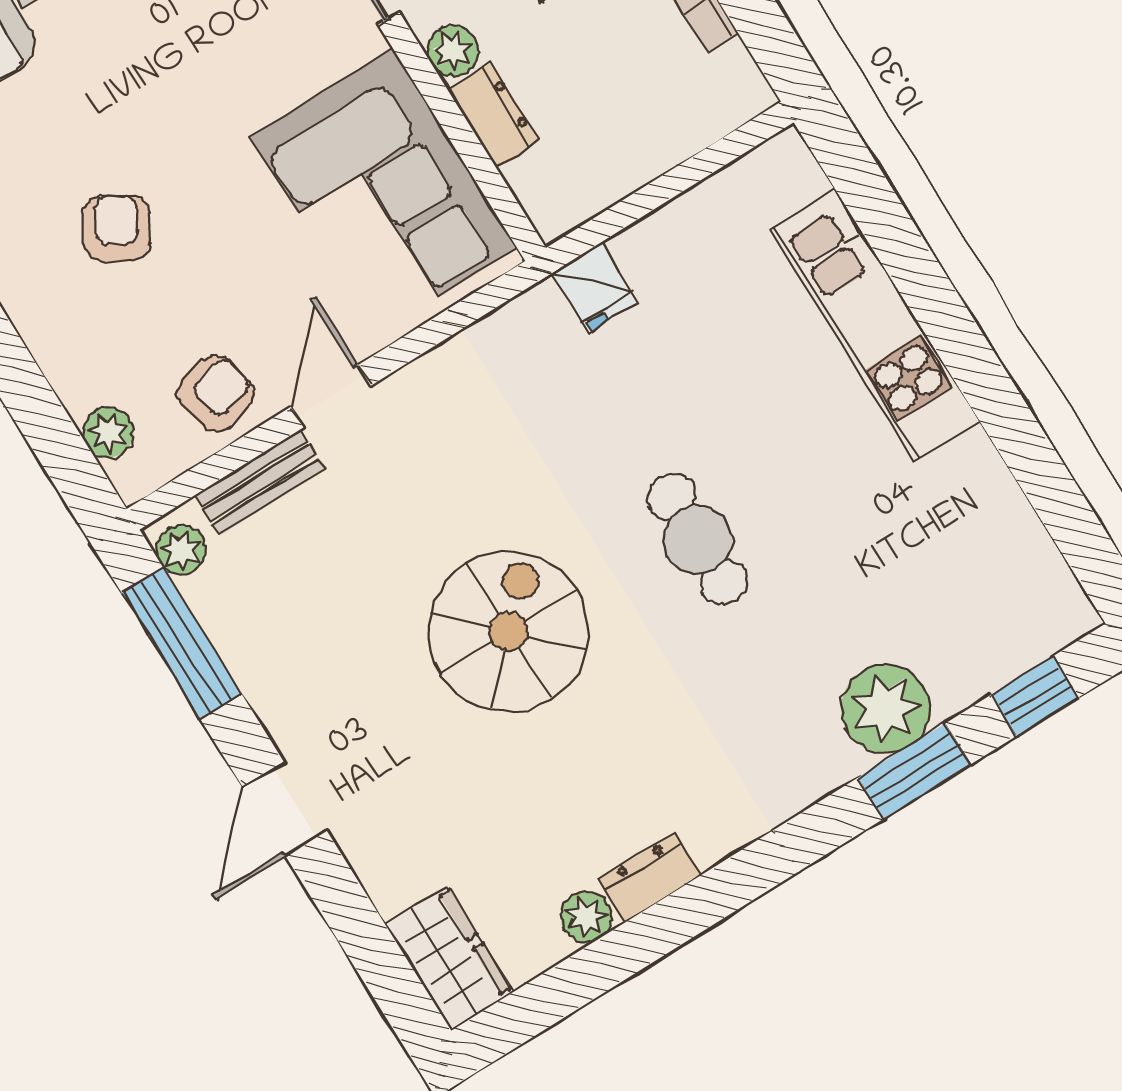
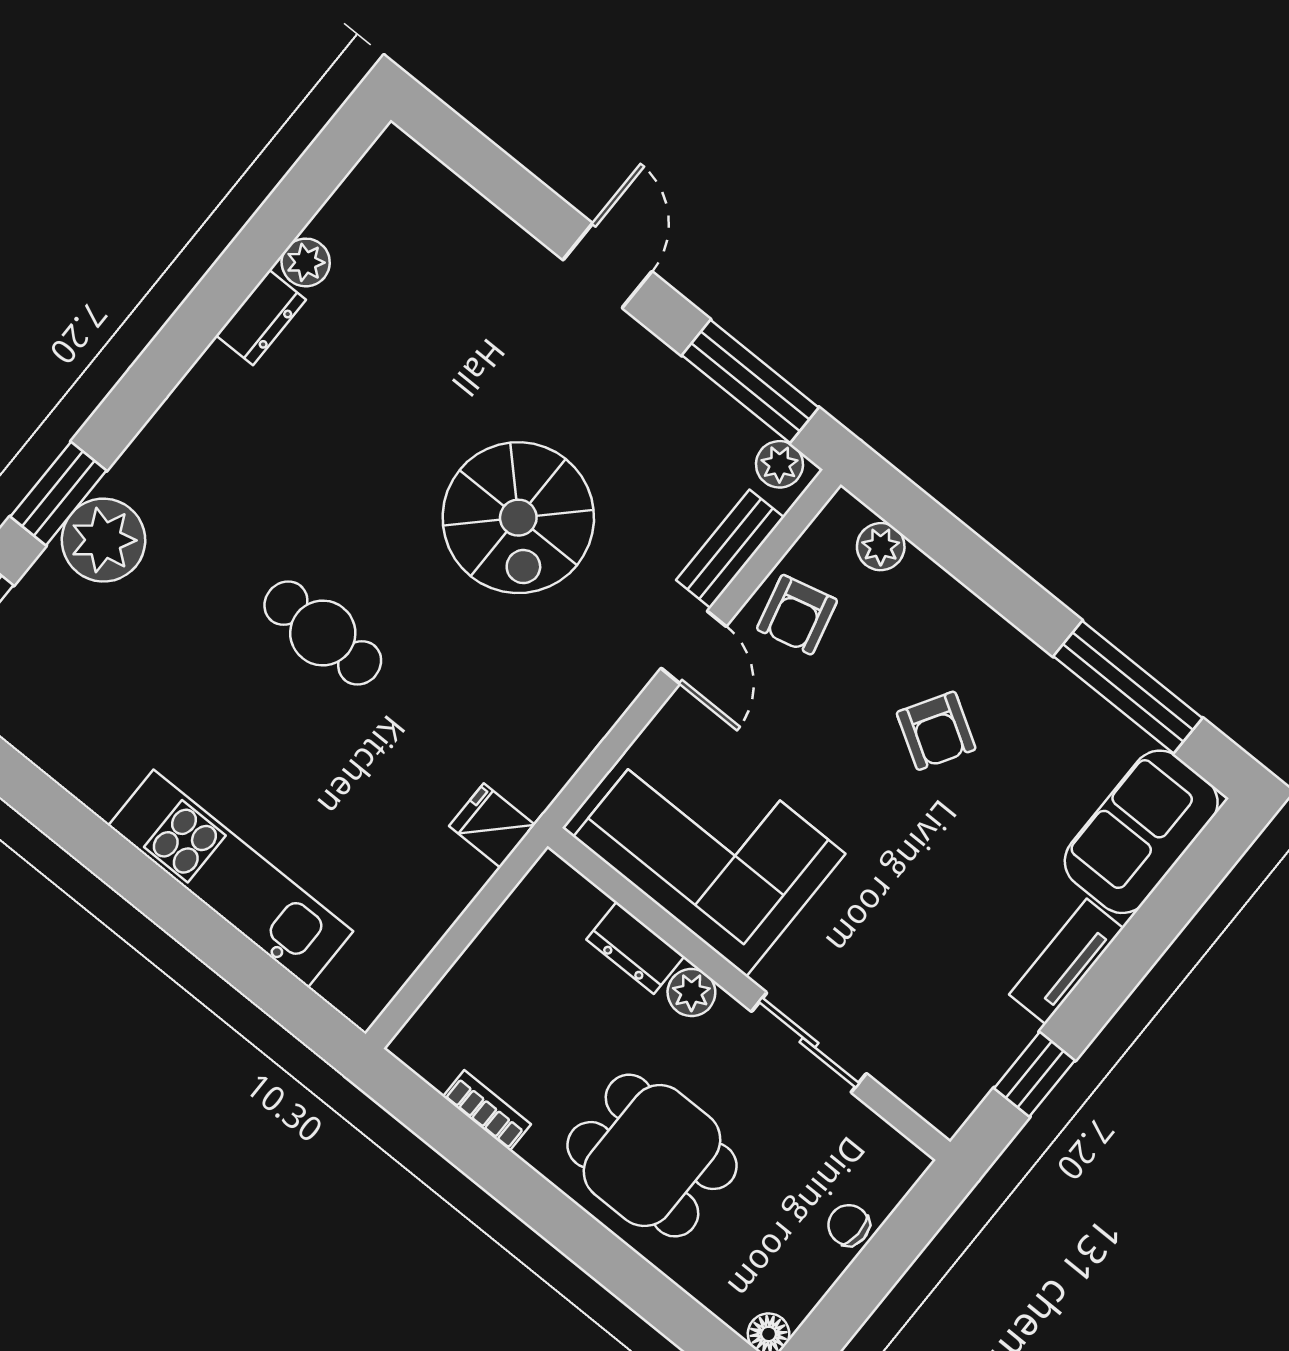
spiral stairs: (509, 632) -> (518, 518), moved
wardrobe: (449, 958) -> (415, 184), removed

